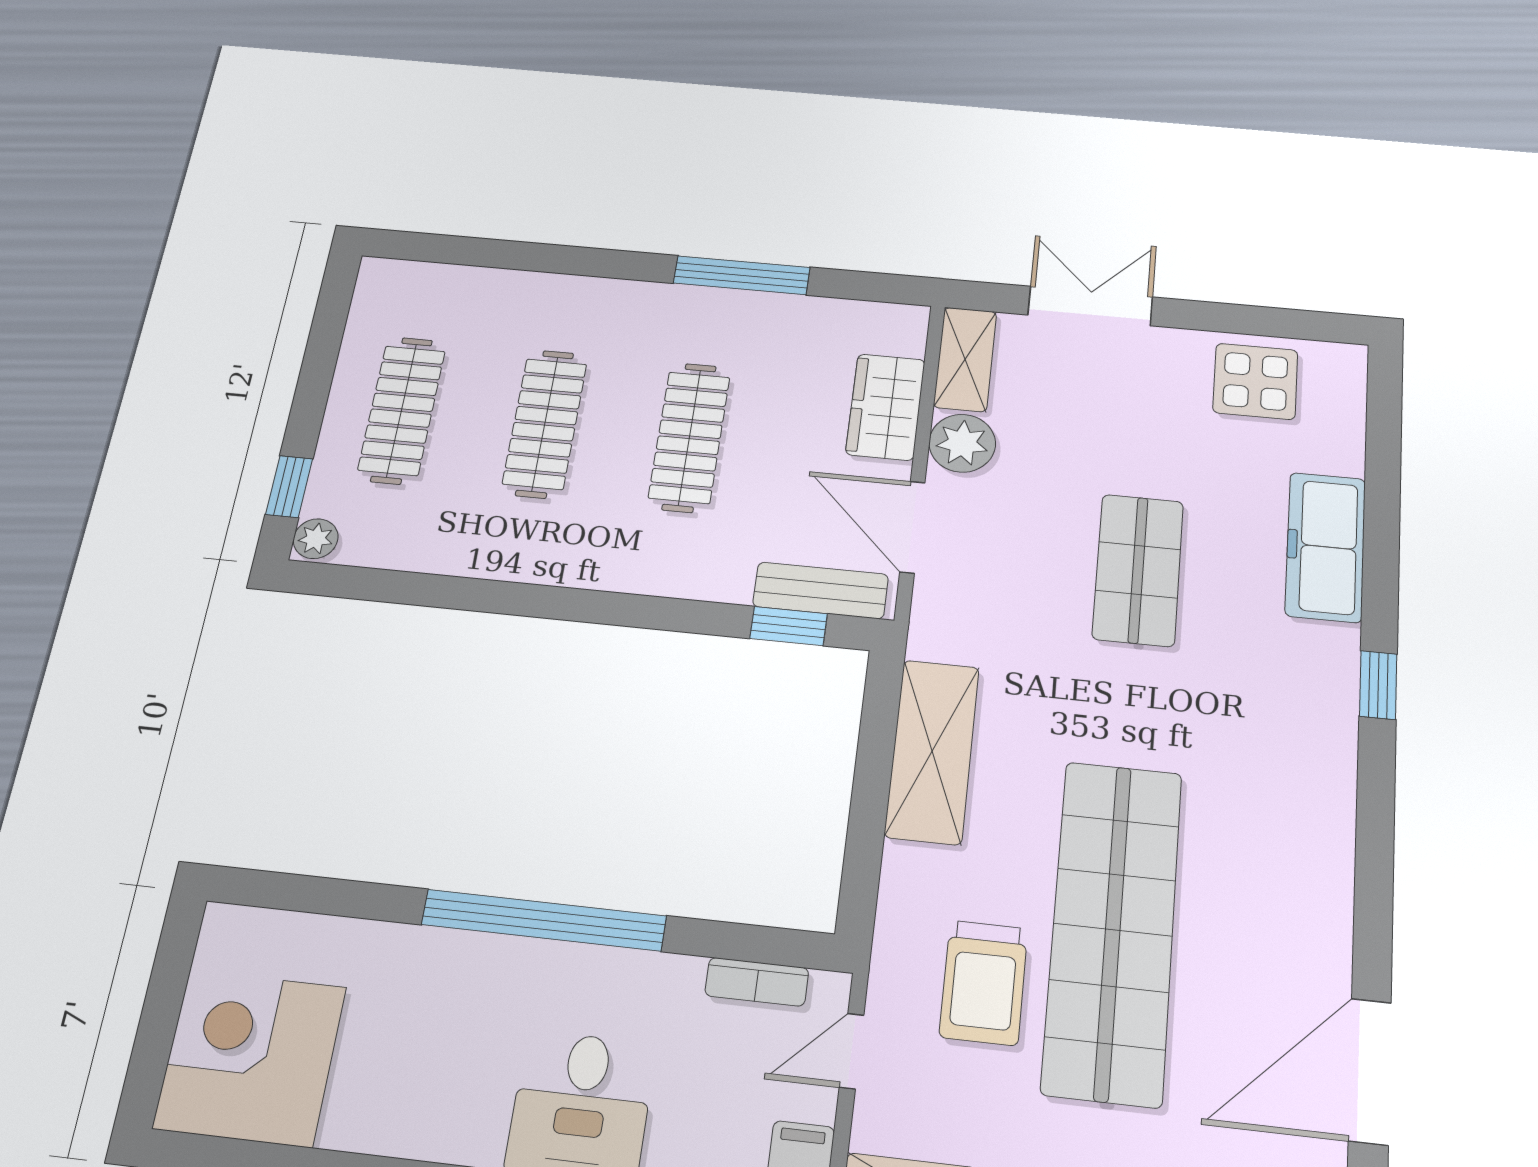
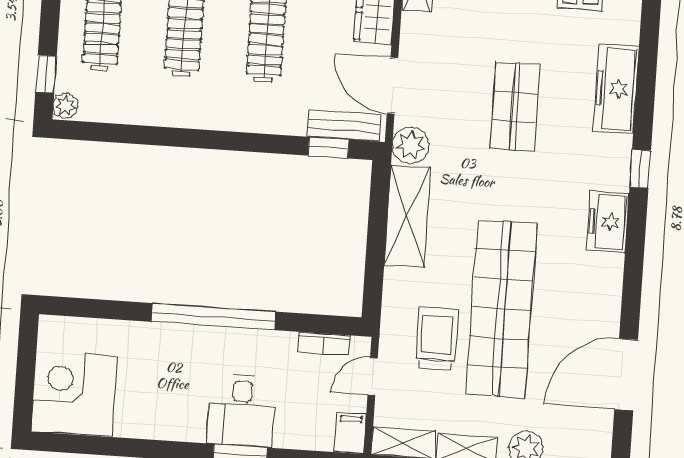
plant: (962, 443) -> (411, 145), moved
freezer: (1320, 777) -> (608, 222), added
trolley: (984, 983) -> (437, 339), turned 180

